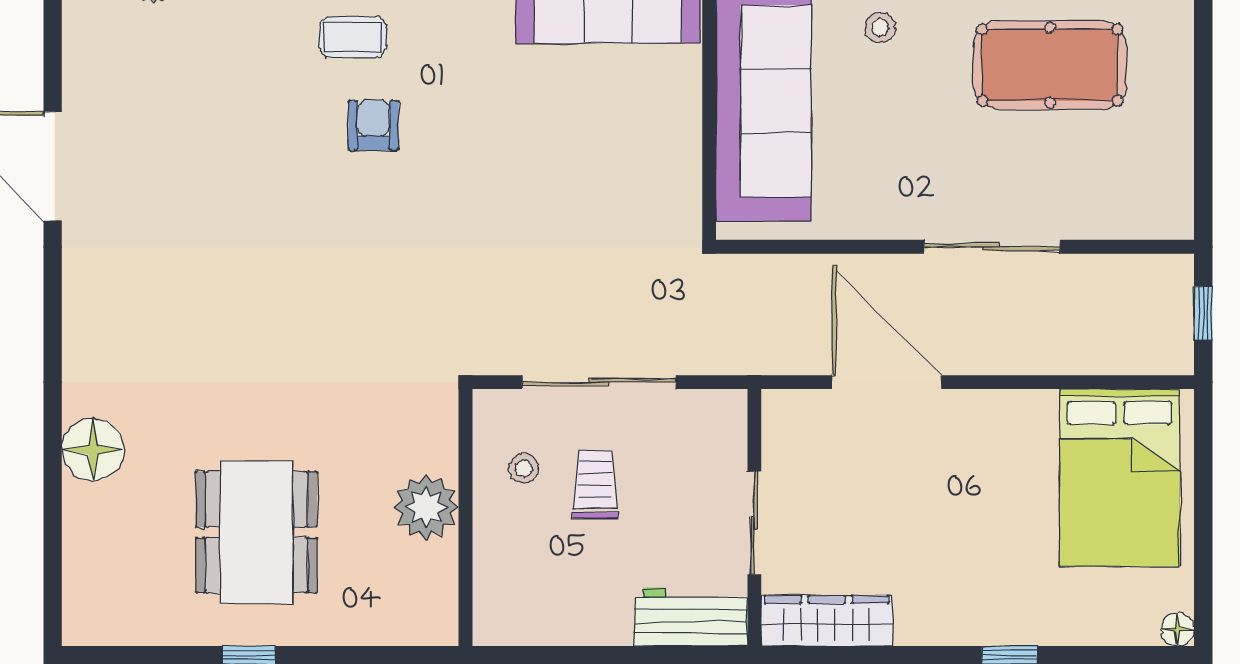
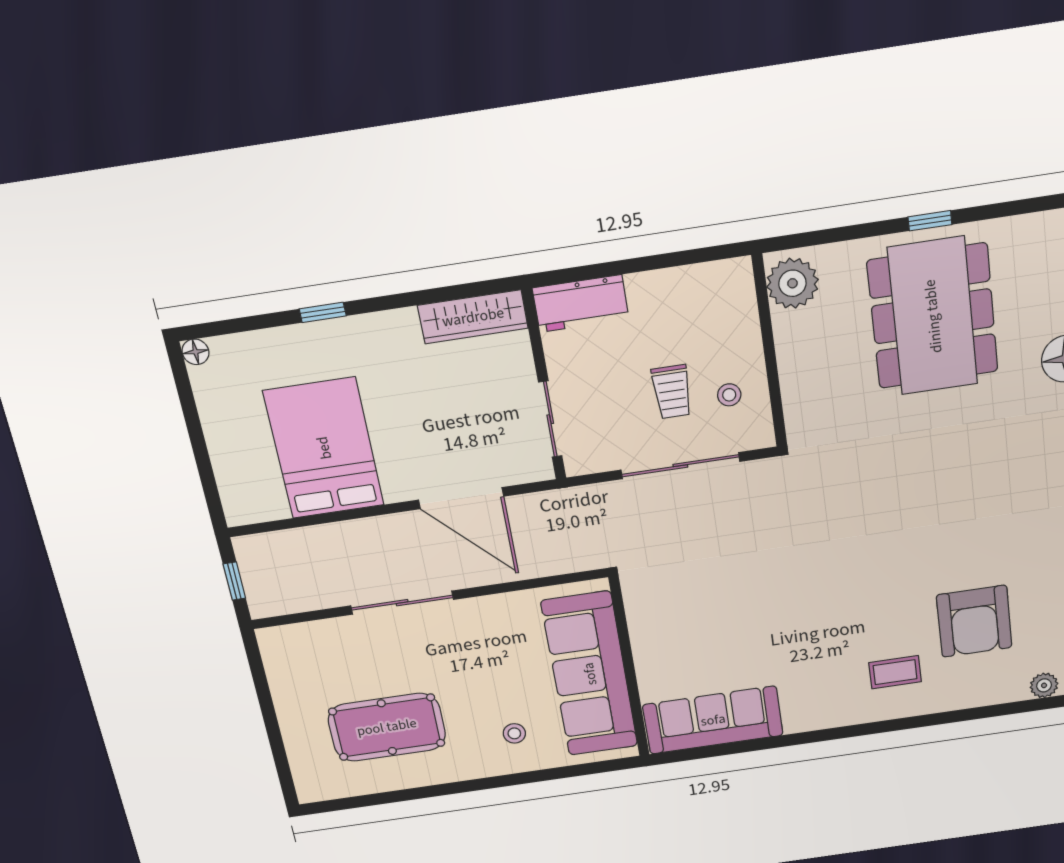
armchair: (374, 125) -> (974, 621), moved, width x1.88, depth x1.88
bed: (1120, 478) -> (324, 448), moved
plant: (426, 507) -> (792, 283), moved
sliding door: (754, 523) -> (550, 419), moved
dining table: (256, 532) -> (933, 316), width x1.36, depth x1.24

